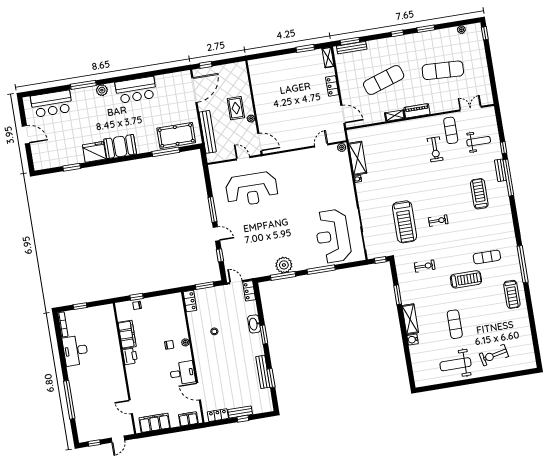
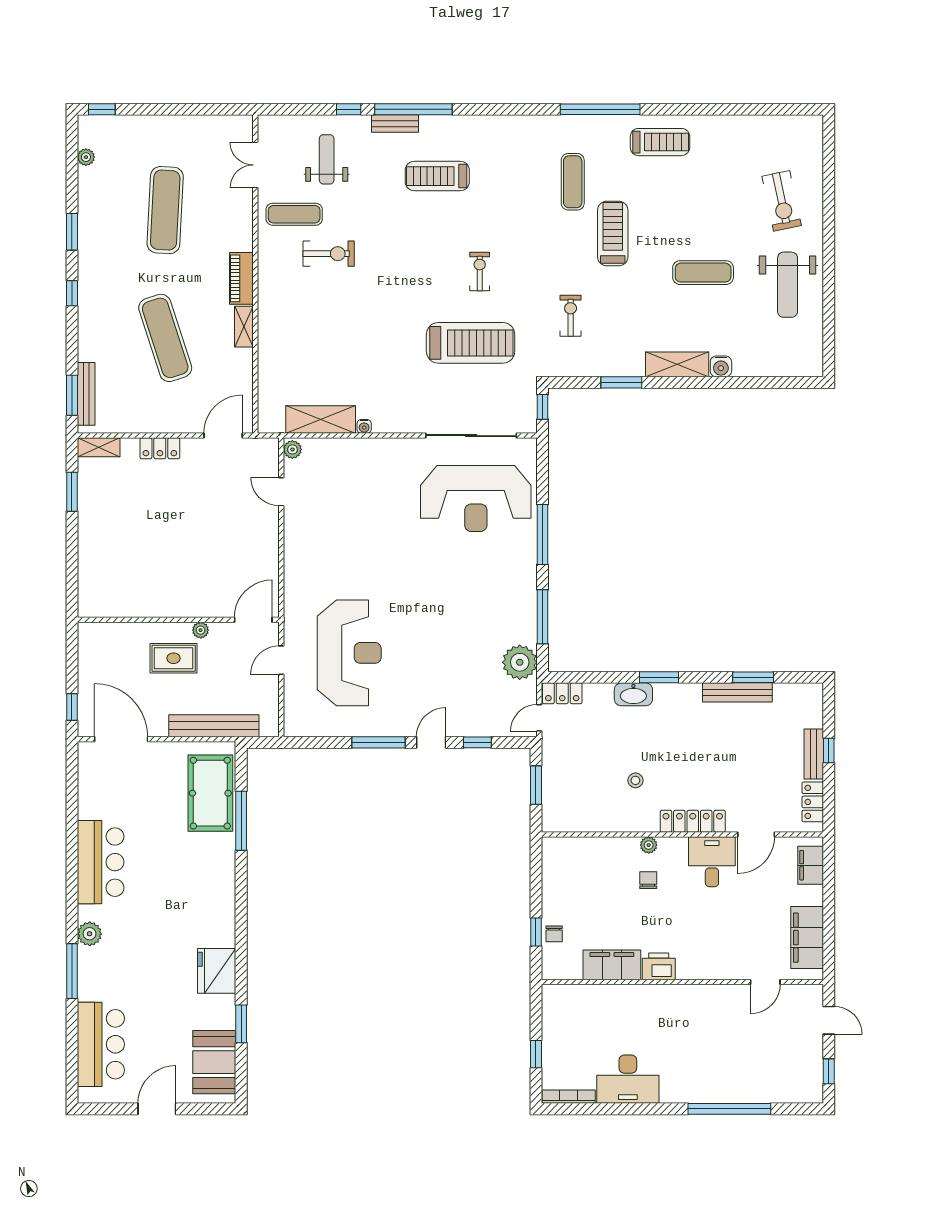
booth: (120, 147) -> (214, 1062), moved
plant: (284, 265) -> (520, 662), moved
locker: (190, 301) -> (693, 821), moved, width x1.53

